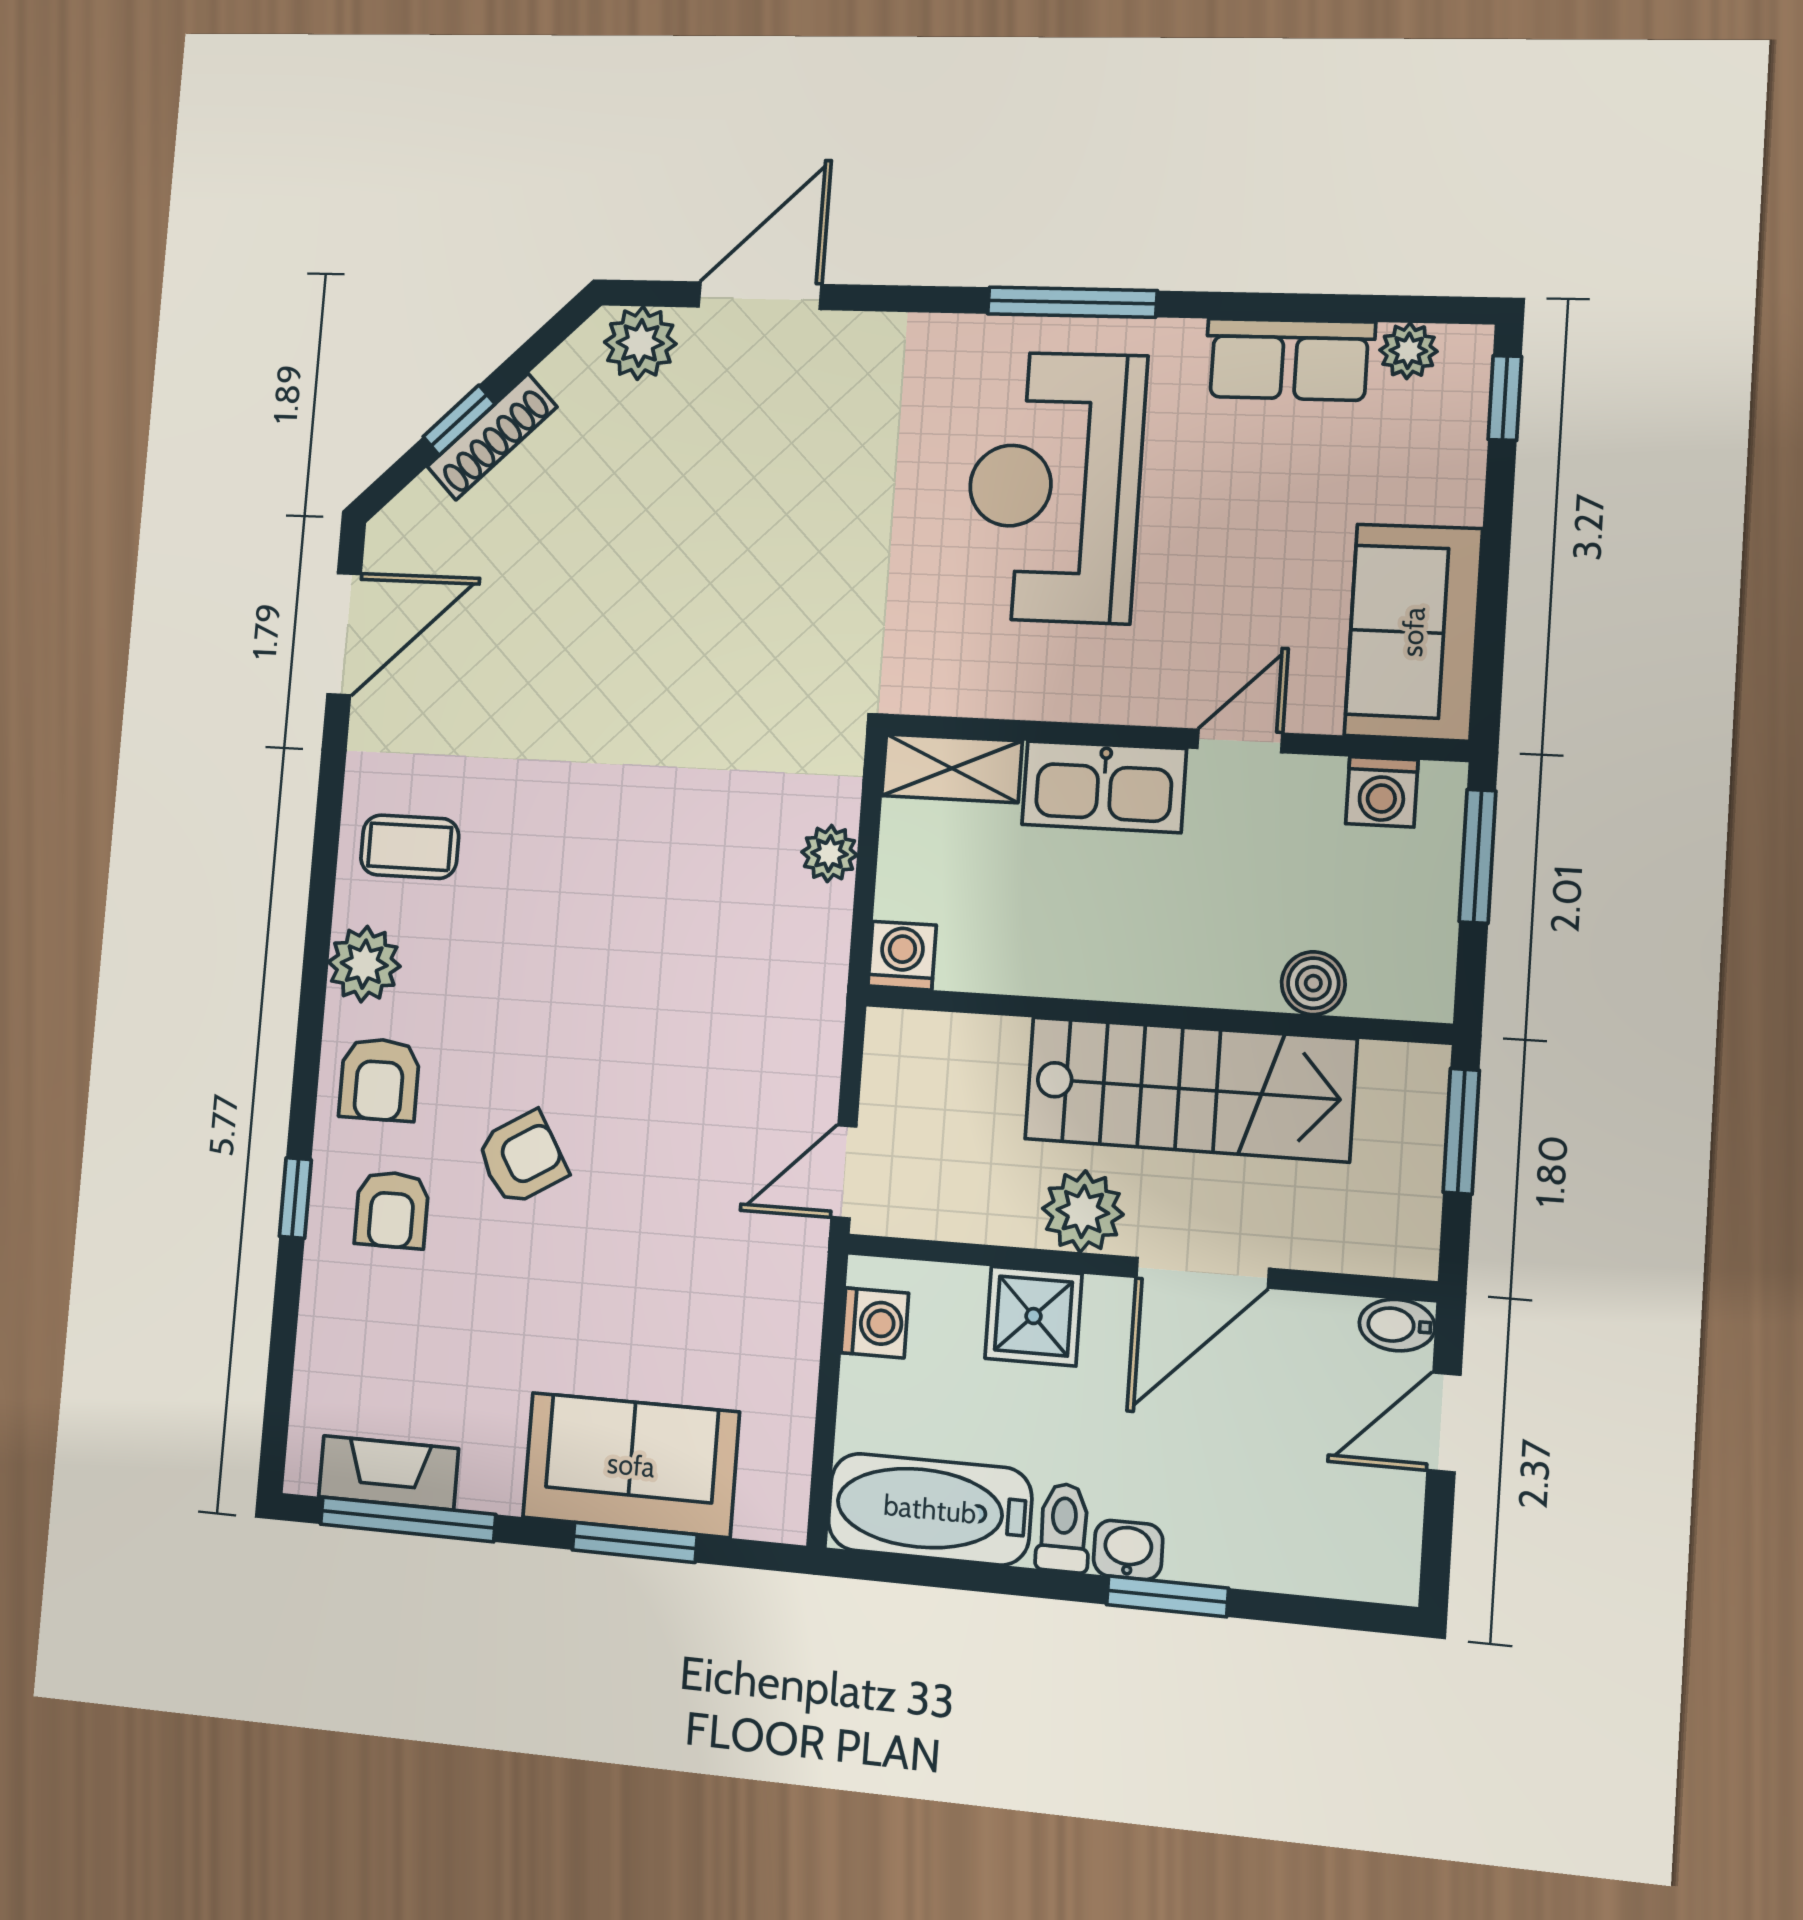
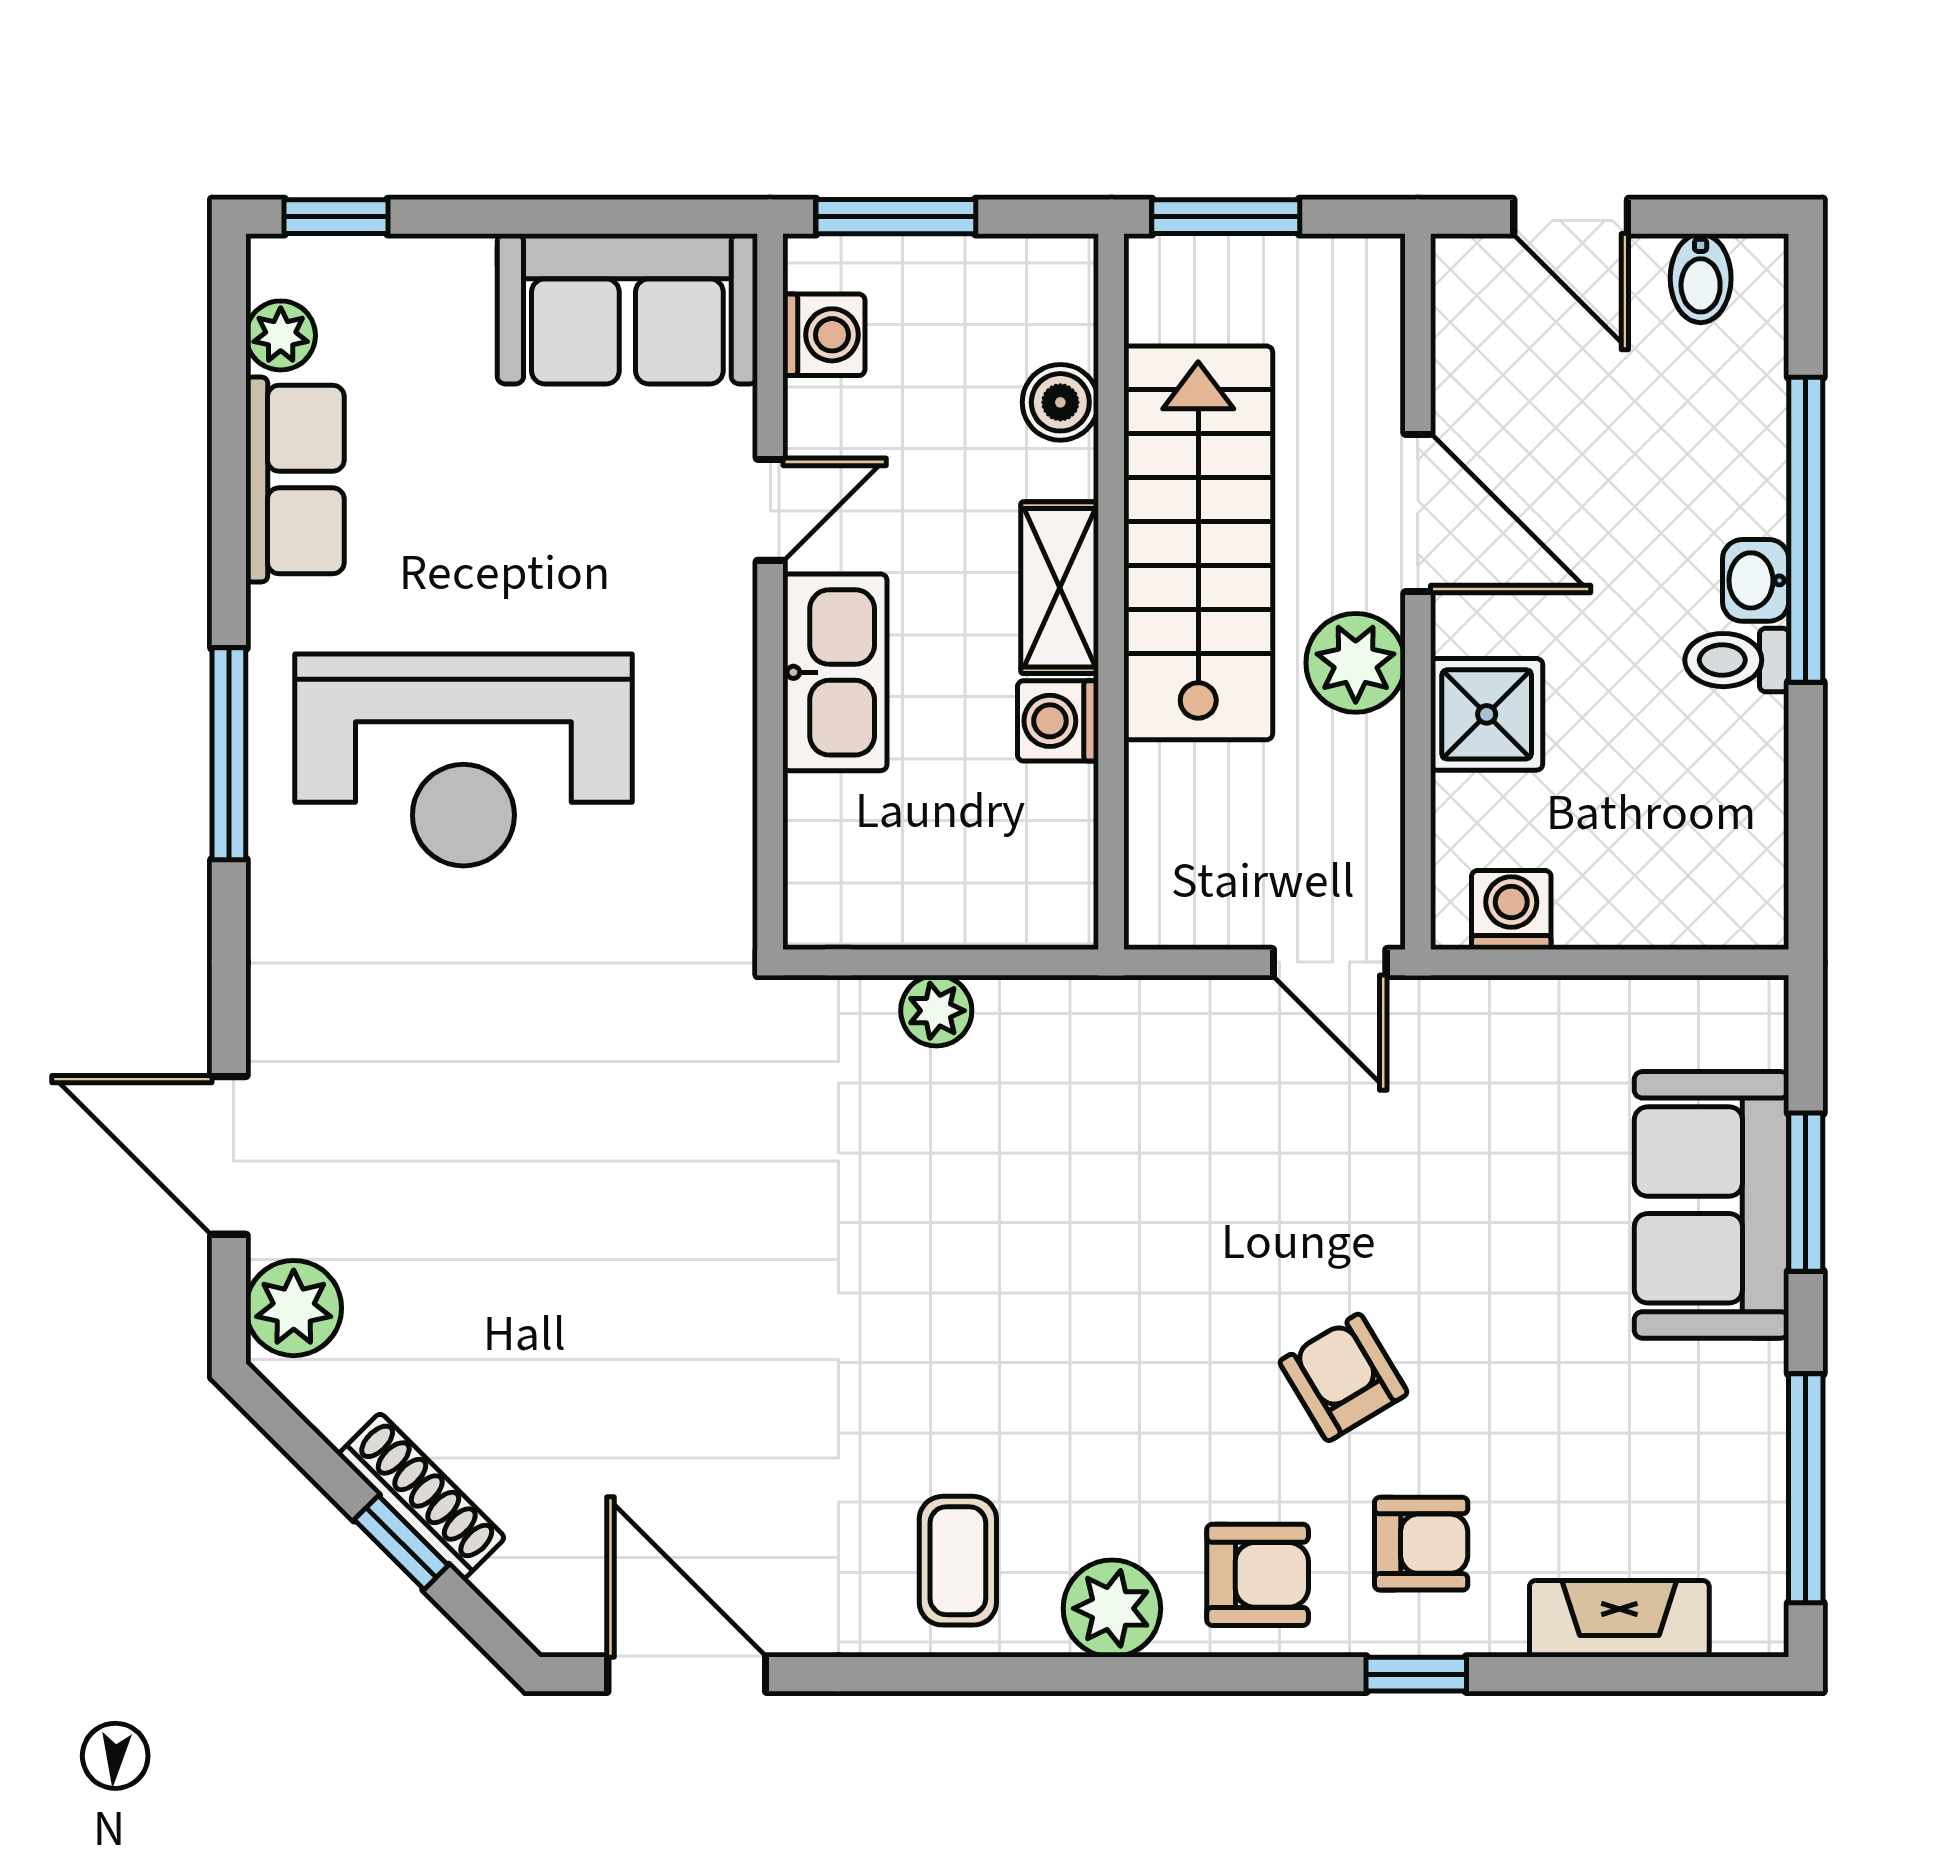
door: (1240, 741) -> (770, 510), swing flipped
shelving: (952, 768) -> (1060, 588), moved
washing machine: (902, 956) -> (1058, 721), moved
bidet: (1397, 1325) -> (1701, 278), moved
fireplace: (388, 1473) -> (1619, 1619), moved, turned 90
bathtub: (930, 1509) -> (1730, 825), removed
window: (1167, 1596) -> (1806, 530), width x2.11

